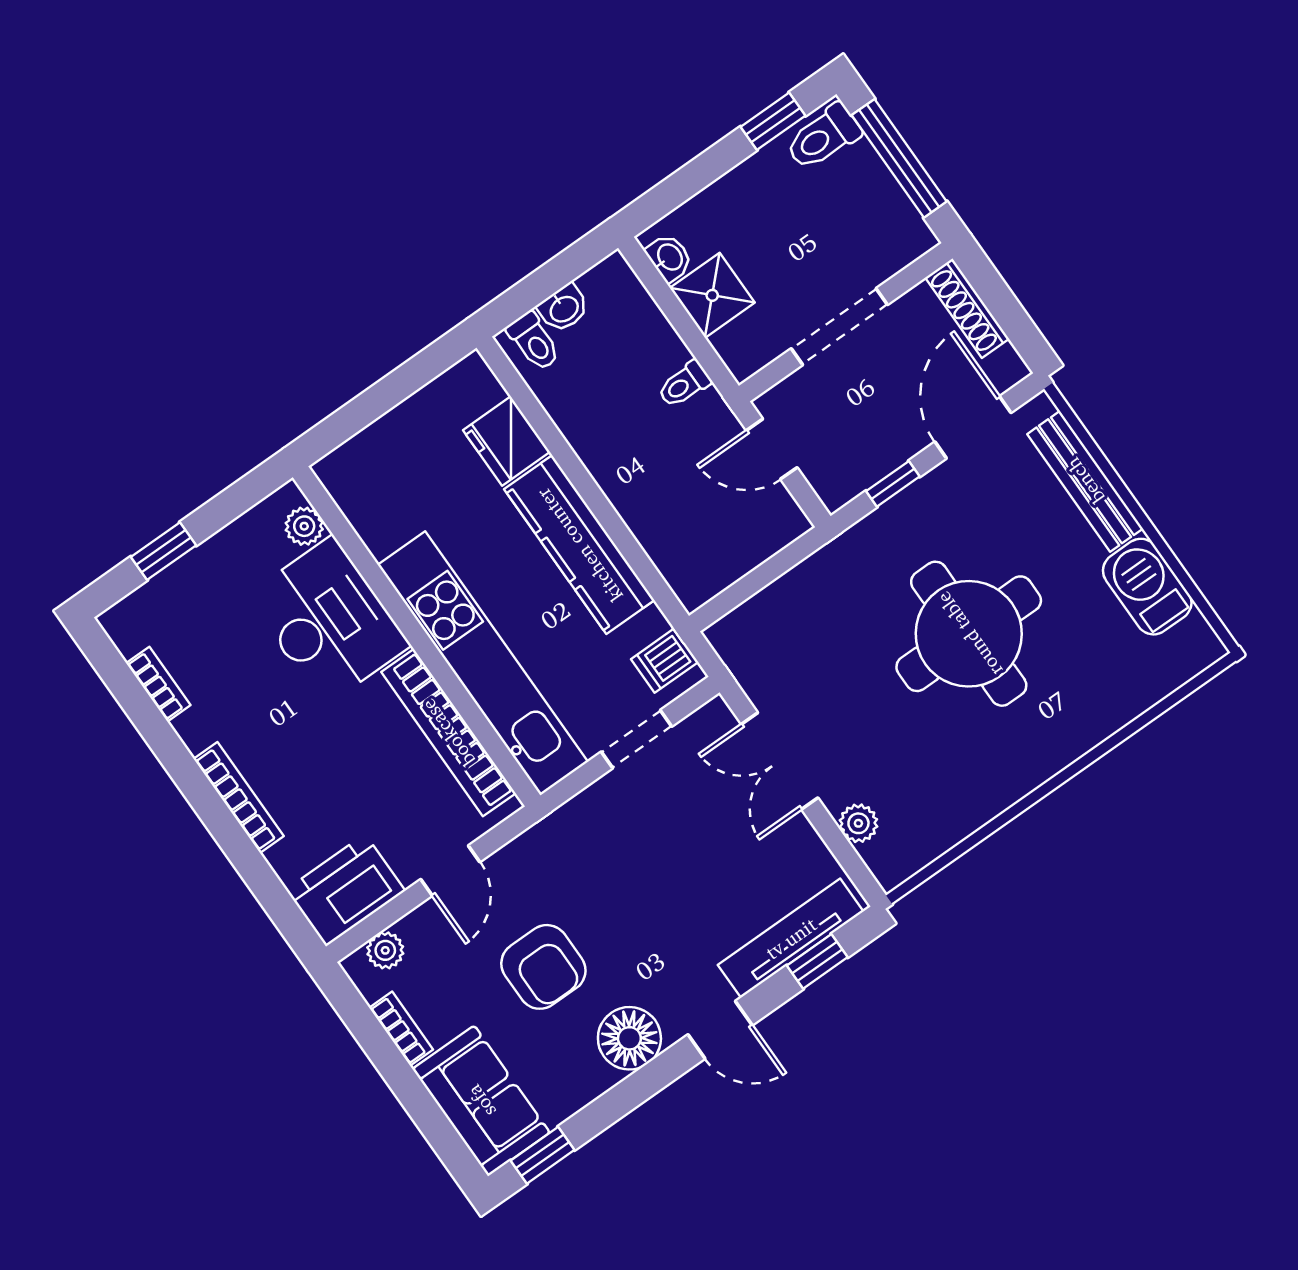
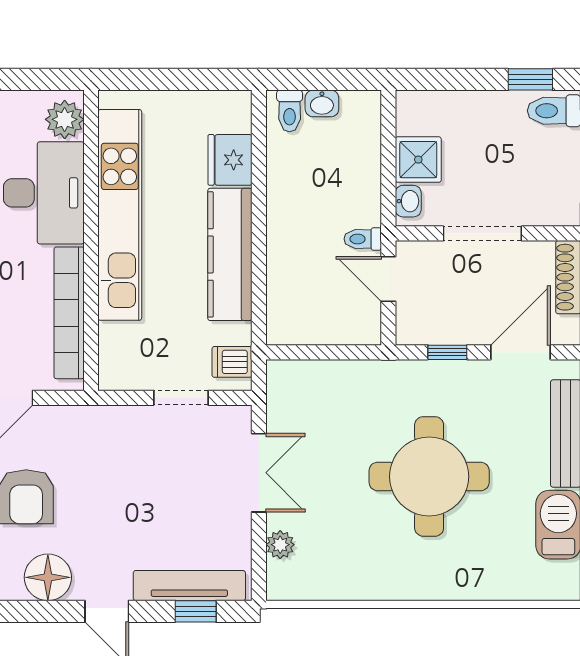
washbasin: (669, 258) -> (408, 201), moved
toilet: (684, 384) -> (363, 239), moved
plant: (304, 526) -> (65, 119), width x1.38, depth x1.38
kitchen unit: (483, 663) -> (120, 215), moved
double door: (780, 761) -> (259, 473), swing flipped

